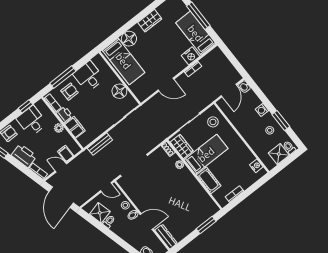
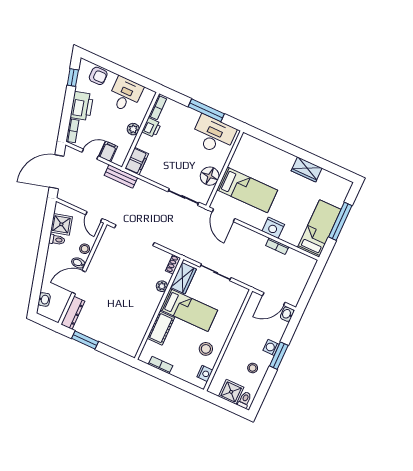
floor lamp: (129, 39) -> (274, 156), removed
nightstand: (191, 56) -> (273, 228), moved
bed: (124, 61) -> (247, 190), moved, turned -90
desk: (89, 76) -> (213, 135), width x1.37
window: (63, 77) -> (206, 110), moved
door: (166, 85) -> (223, 215), moved
armchair: (70, 92) -> (180, 120), removed
window: (26, 106) -> (138, 79), removed
window: (281, 121) -> (279, 356), moved
stool: (213, 122) -> (206, 349), moved
filing cabinet: (75, 127) -> (137, 161), moved
bench: (100, 144) -> (121, 176), moved
door: (61, 167) -> (90, 154), hinge flipped
door: (147, 221) -> (79, 282), swing flipped
window: (206, 225) -> (85, 340), moved

